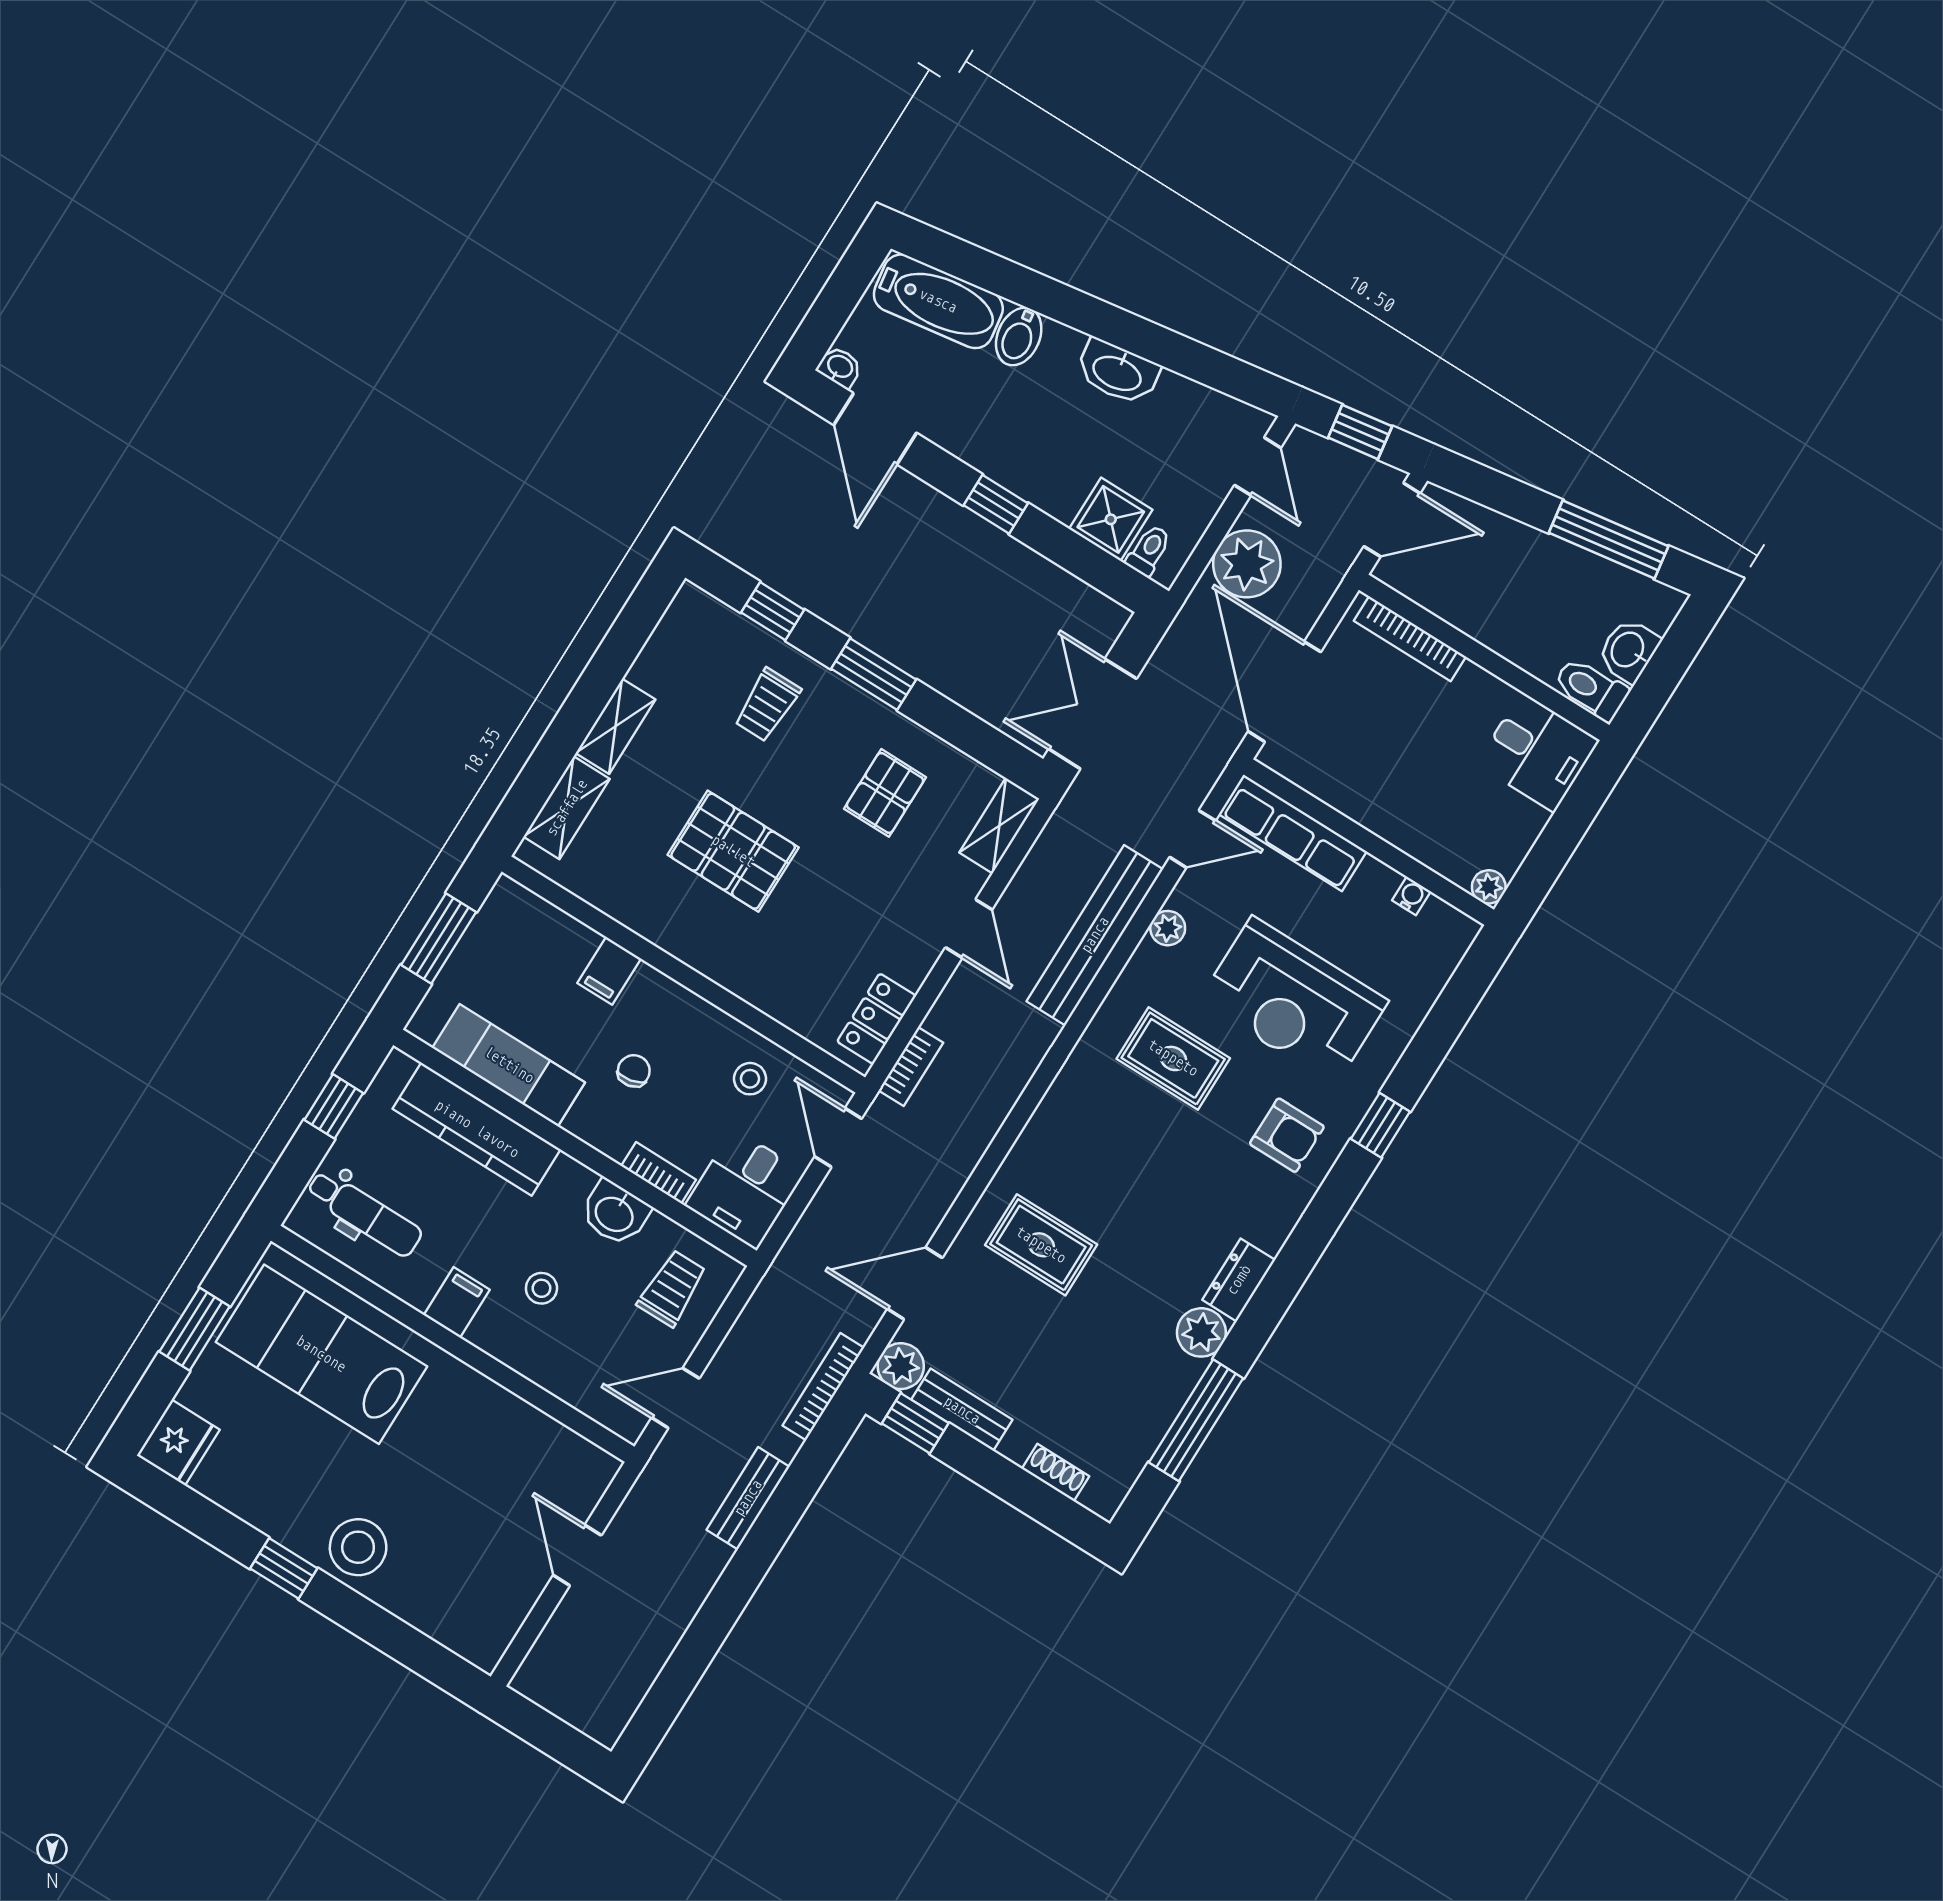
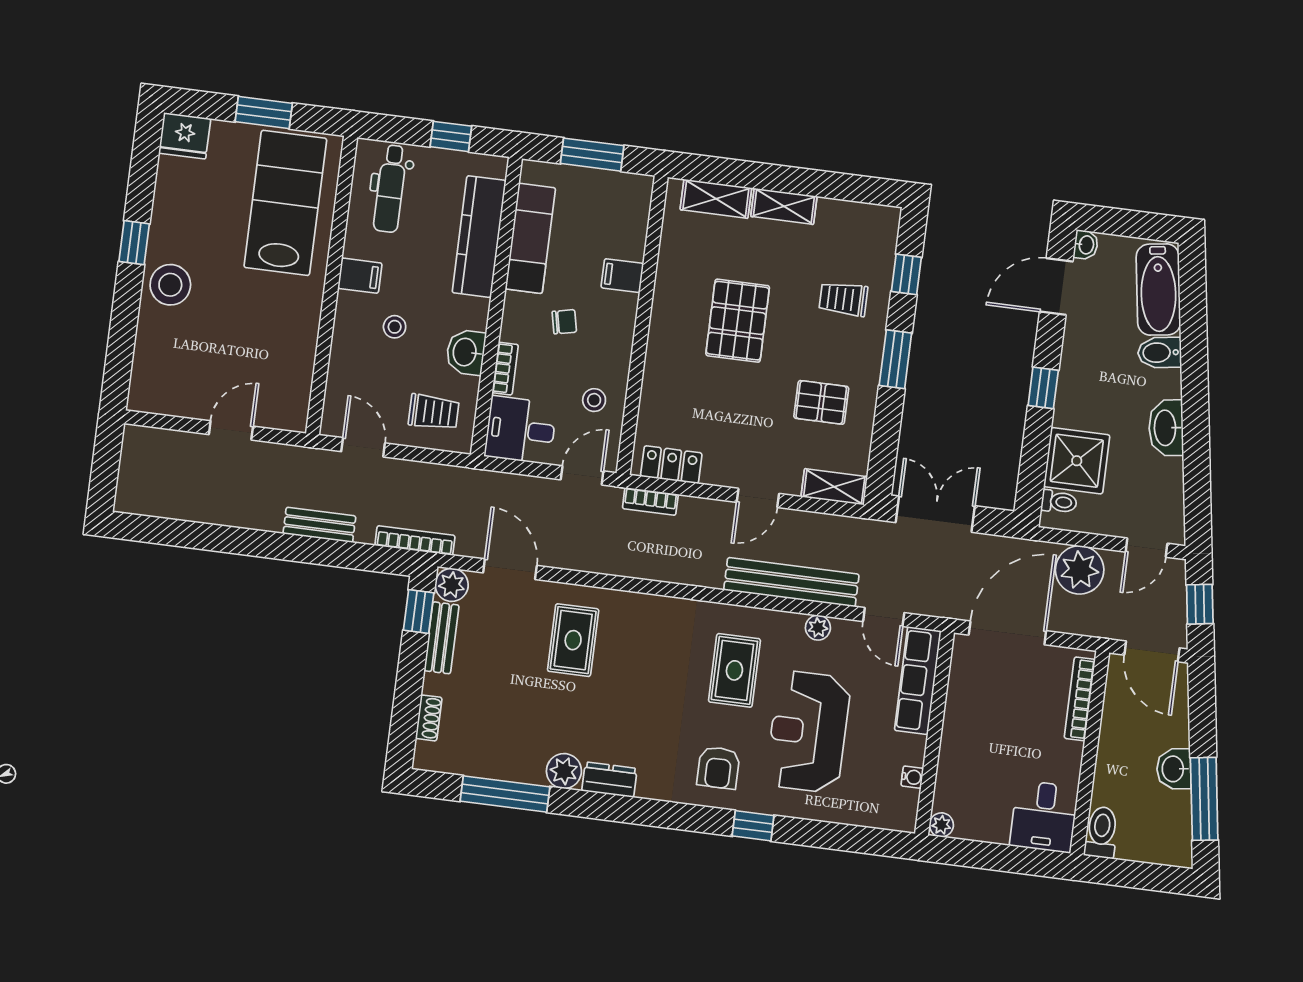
shower: (1111, 519) -> (1077, 461), width x1.36, depth x1.36
washbasin: (1629, 650) -> (1174, 769), moved, turned -99

